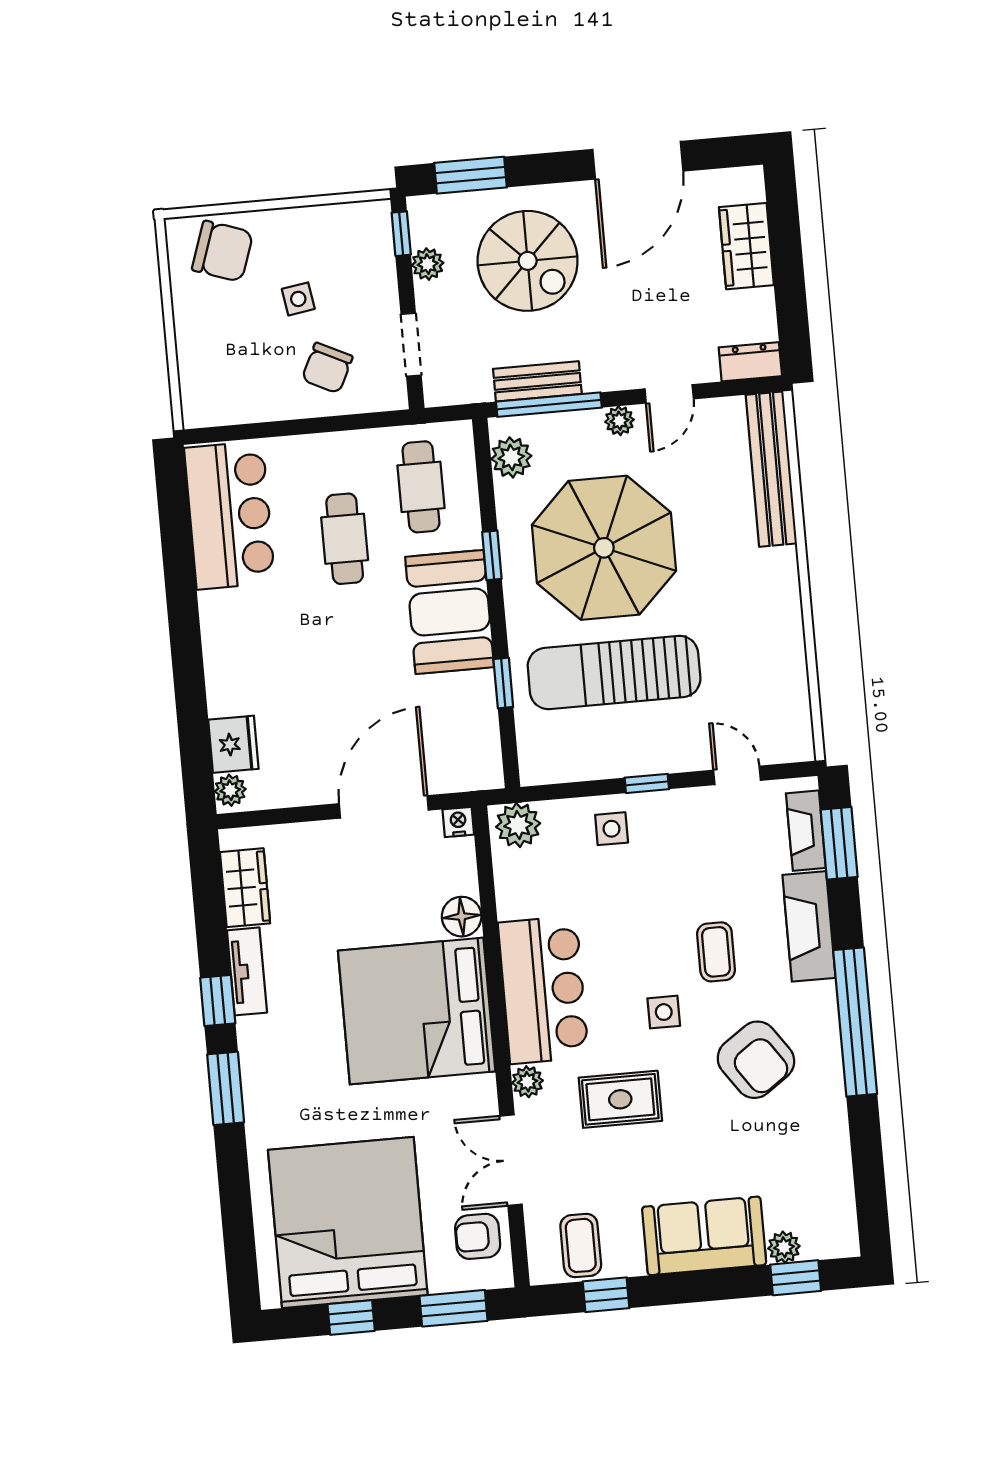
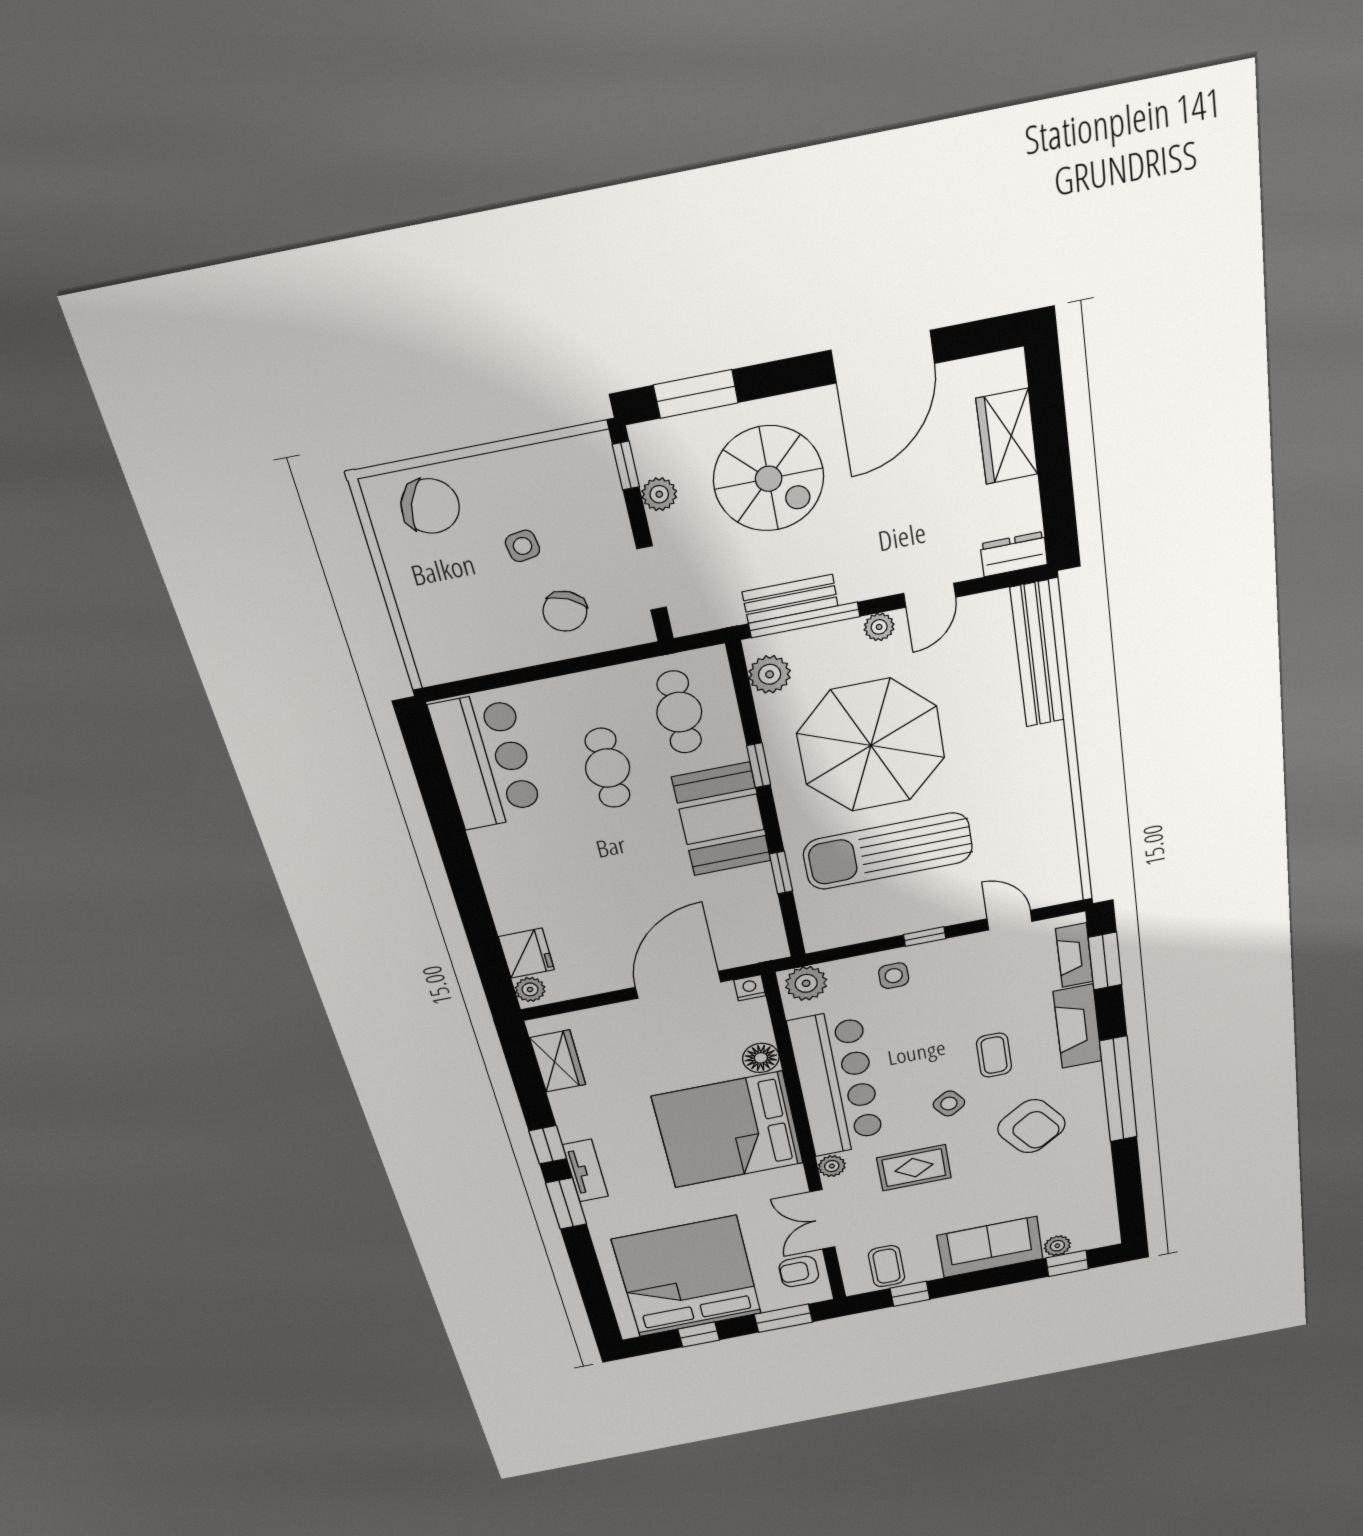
tv unit: (247, 971) -> (585, 1171), moved
bar counter: (543, 990) -> (837, 1083), width x1.36
side table: (664, 1012) -> (949, 1104), turned -36

